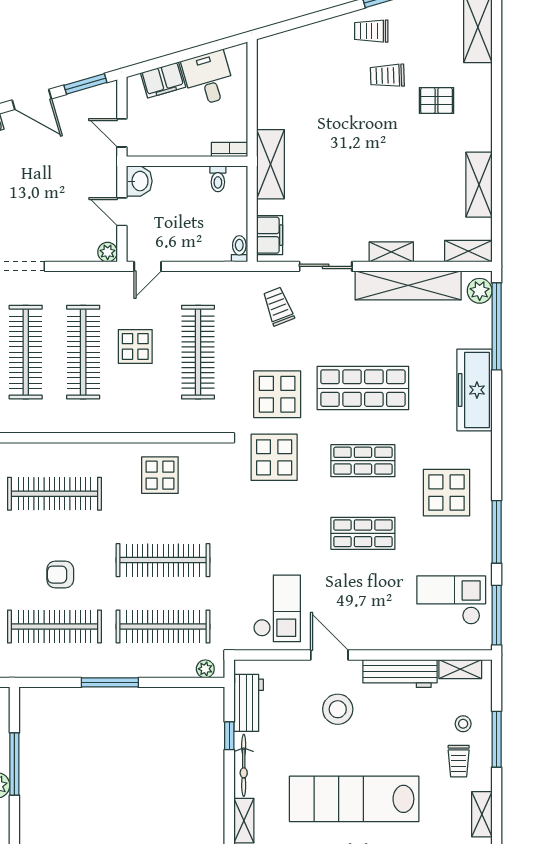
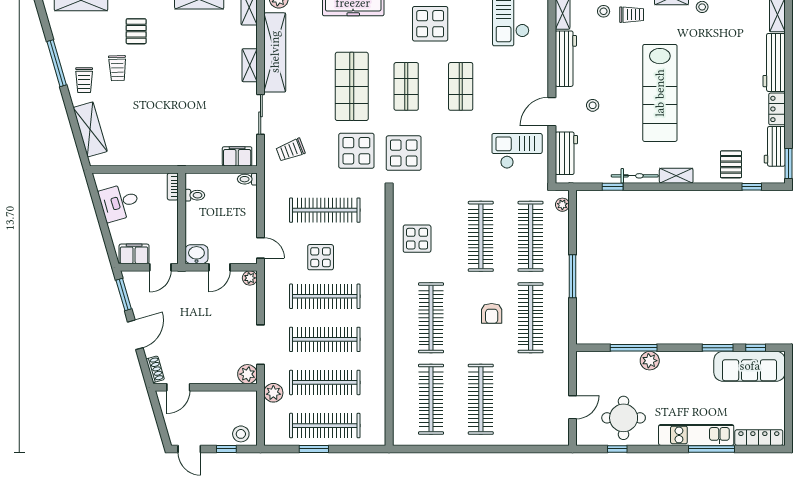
filing cabinet: (163, 80) -> (134, 254), moved, turned -74
shelving: (271, 164) -> (90, 129), moved, turned 74
workbench: (249, 703) -> (566, 153), moved, turned 90
stool: (338, 709) -> (593, 105), width x0.53, depth x0.53

